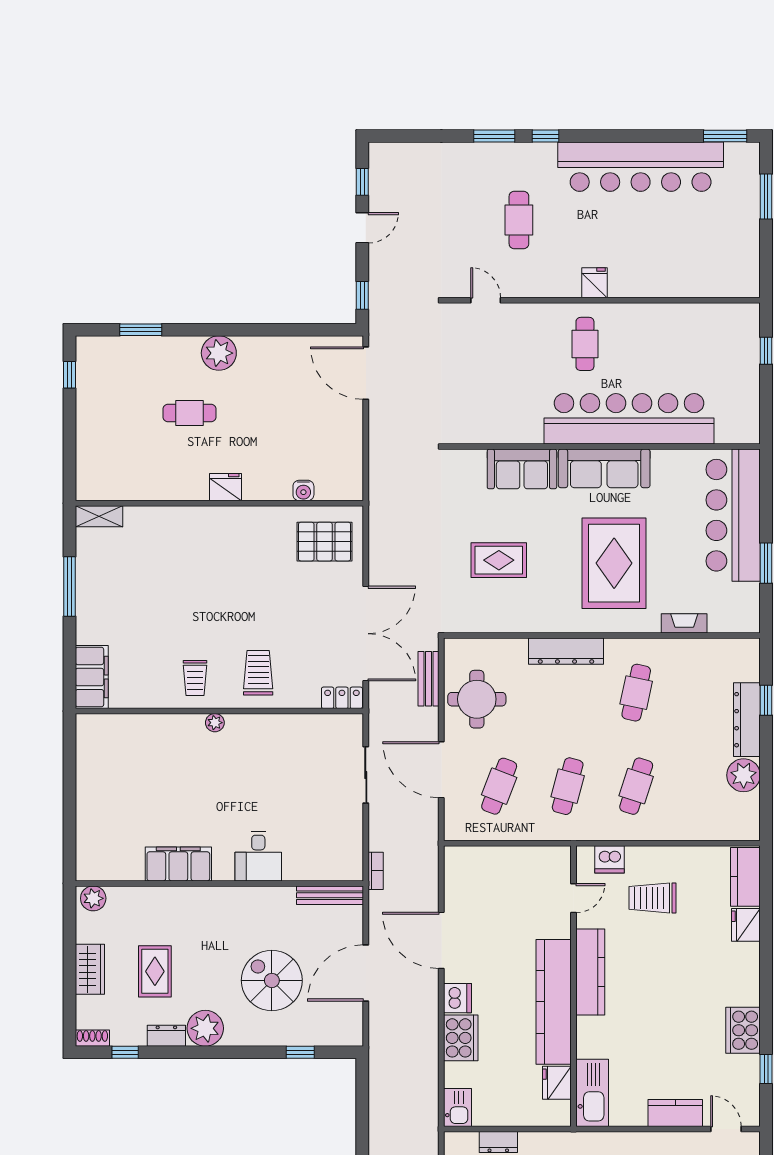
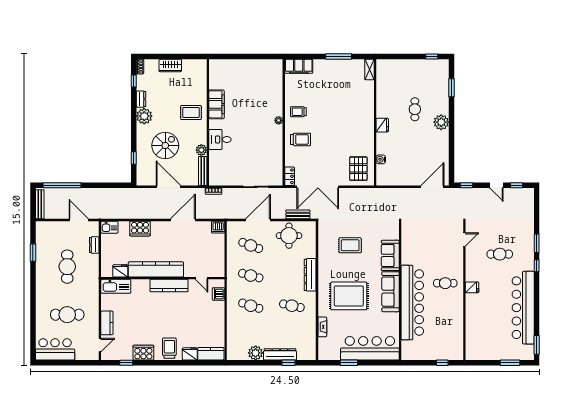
rug: (499, 560) -> (350, 245), turned 90
plant: (93, 898) -> (201, 150), moved
trolley: (653, 898) -> (169, 348), moved
rug: (155, 971) -> (191, 113), moved
dishwasher: (457, 998) -> (218, 227), moved

